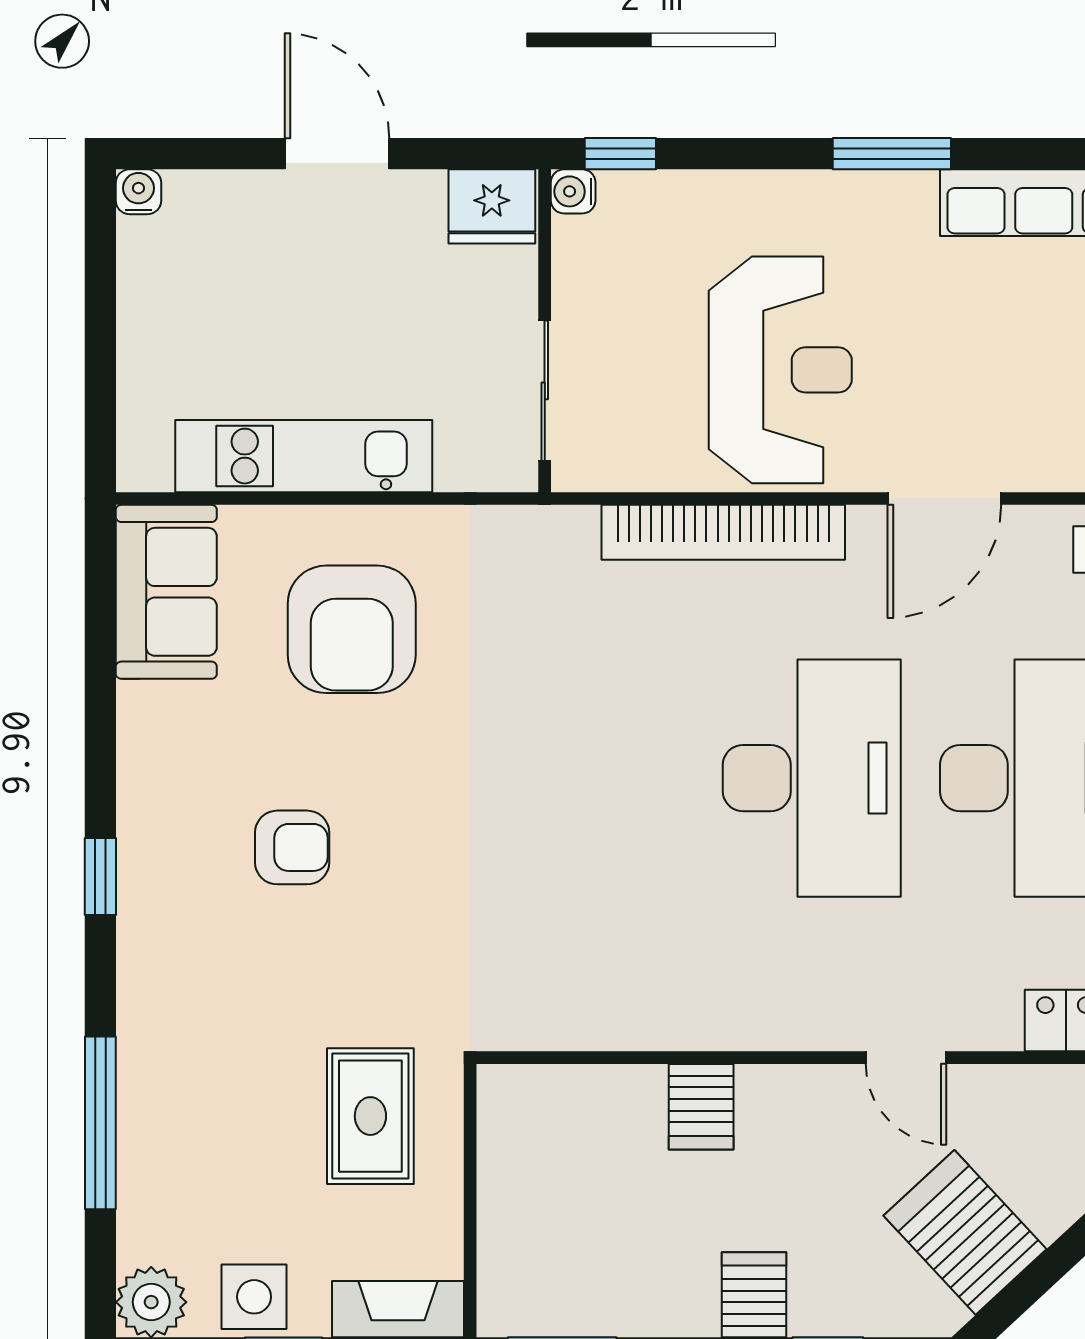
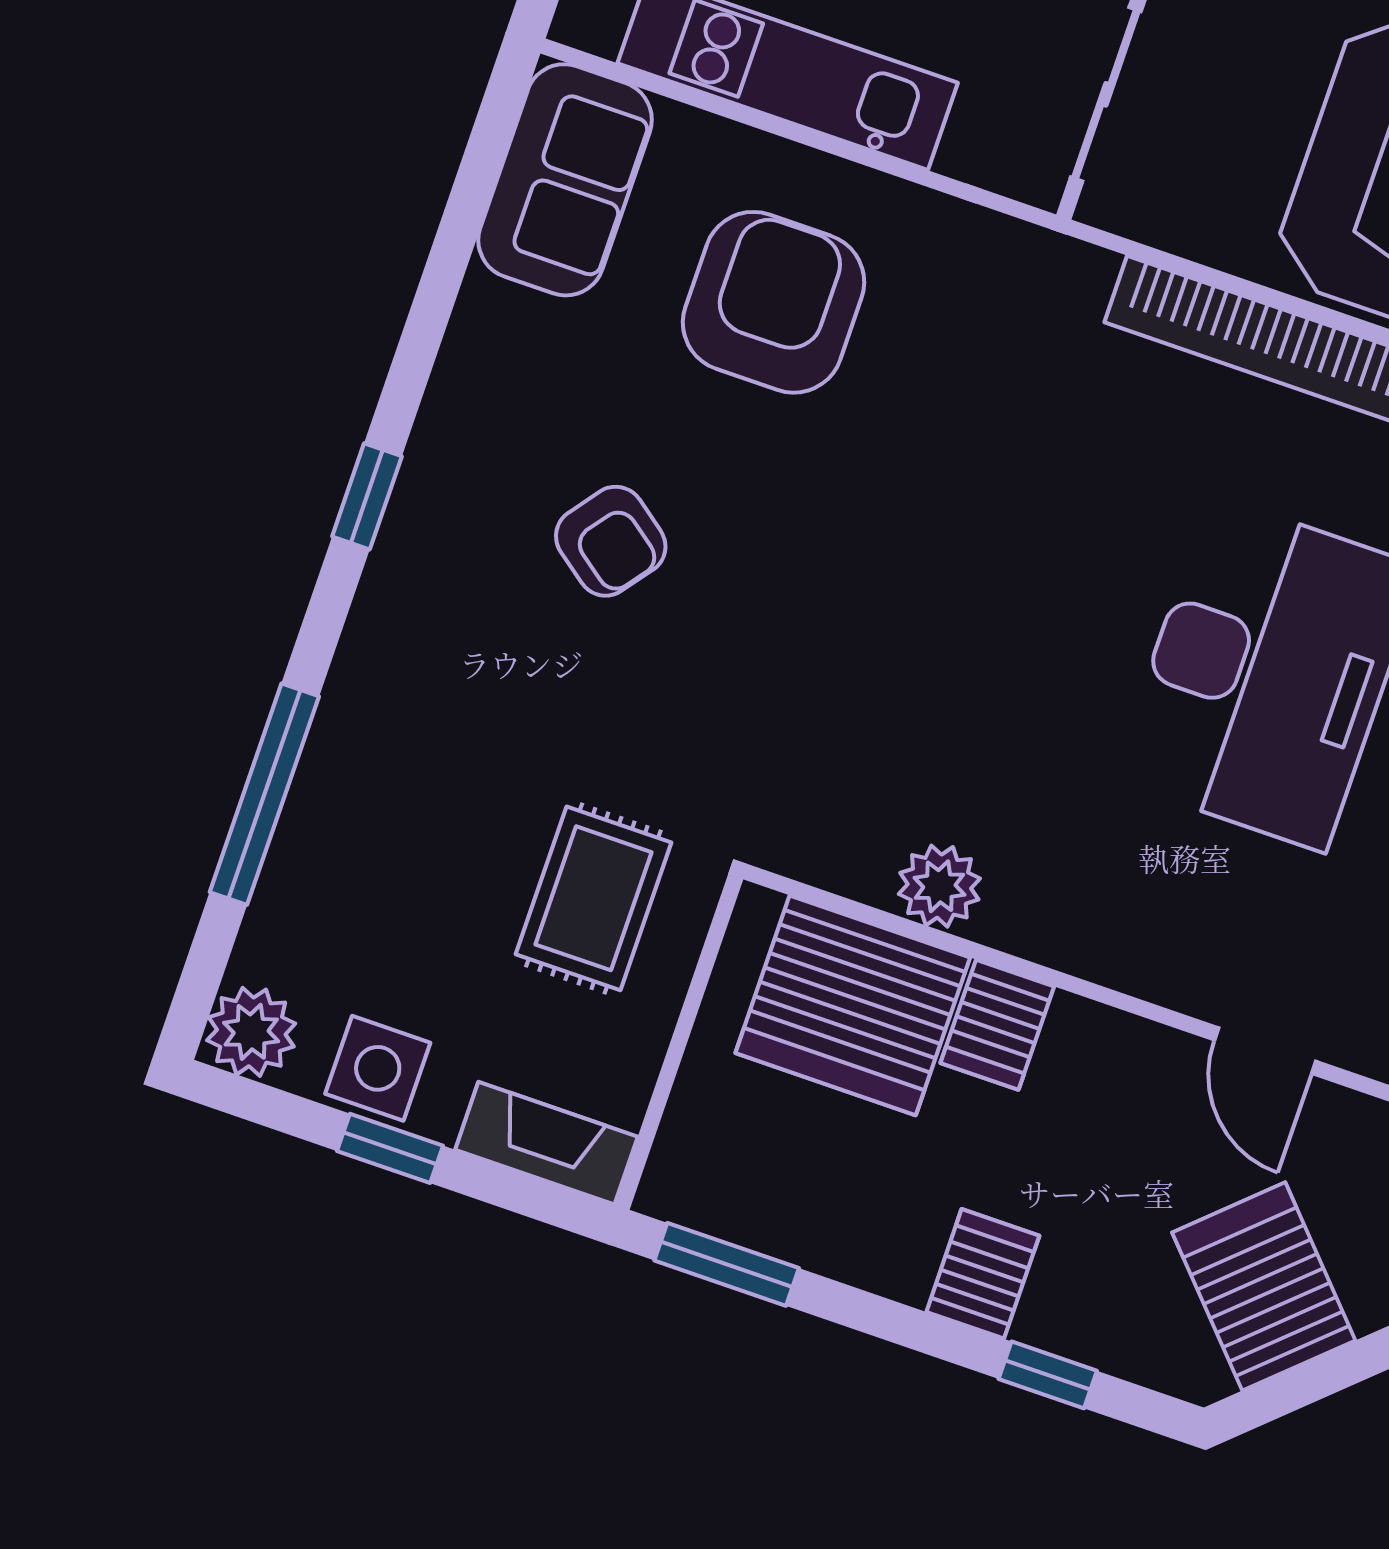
armchair: (352, 629) -> (773, 302), turned 180
armchair: (292, 847) -> (611, 541), turned 37
plant: (623, 1019) -> (939, 886), added
server rack: (589, 1129) -> (853, 1005), added

